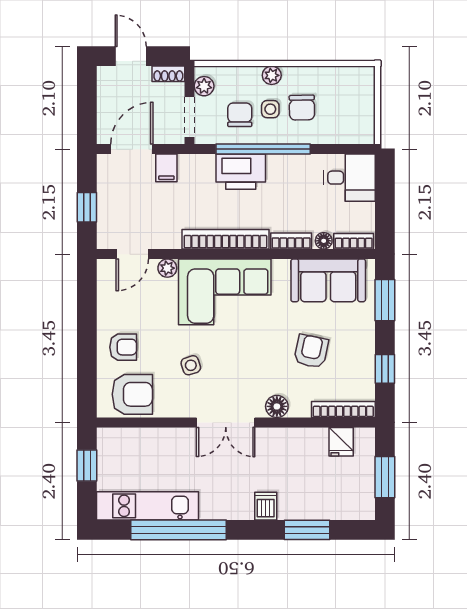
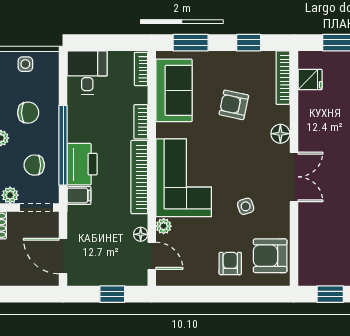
side table: (270, 109) -> (25, 64), moved
filing cabinet: (166, 168) -> (79, 195), moved
floor lamp: (324, 241) -> (141, 234), moved
armchair: (132, 394) -> (270, 256), turned -90

